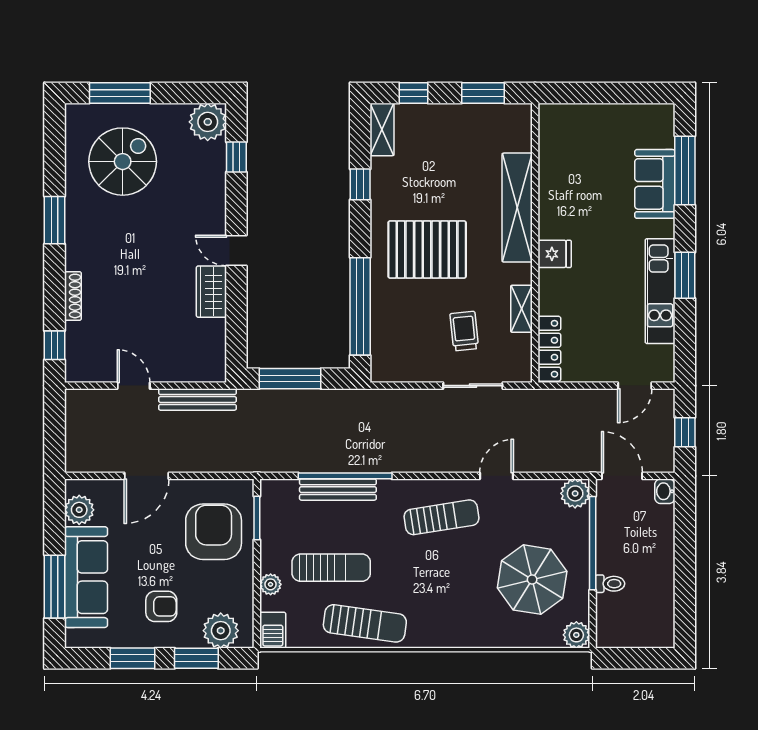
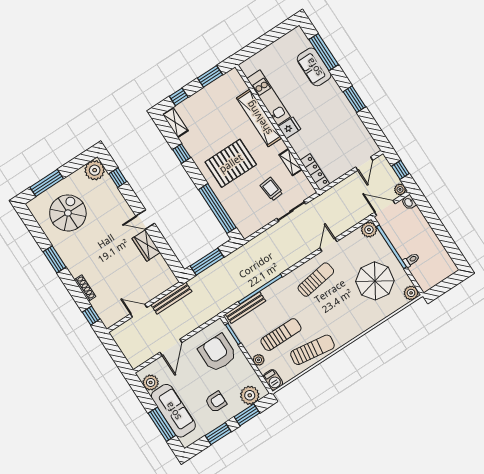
kitchen unit: (660, 291) -> (269, 98), moved, turned 180
plant: (664, 462) -> (400, 189), added
bench: (338, 490) -> (245, 308), moved

